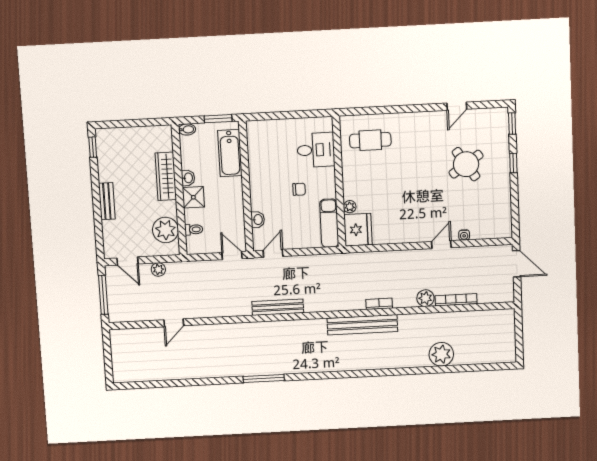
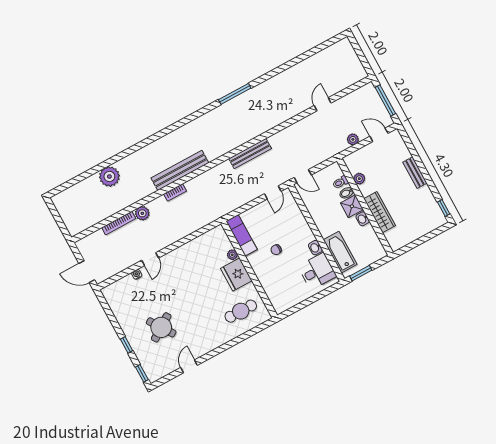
bidet: (187, 129) -> (347, 193), moved
desk: (316, 150) -> (317, 271), moved, turned 180
washbasin: (258, 220) -> (315, 248), moved
plant: (166, 230) -> (359, 179), width x0.53, depth x0.53
fridge: (358, 230) -> (236, 275), moved

